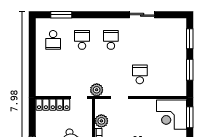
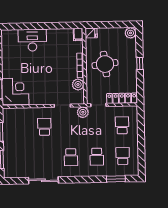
sliding door: (142, 15) -> (43, 180), width x1.37
school desk: (53, 74) -> (122, 125), added
school desk: (140, 74) -> (44, 127), turned 180

